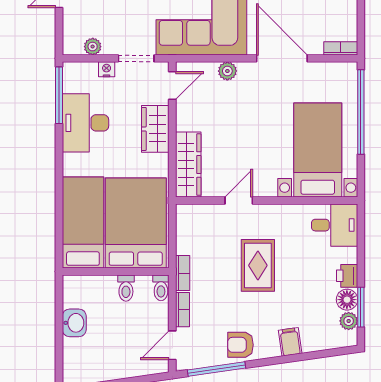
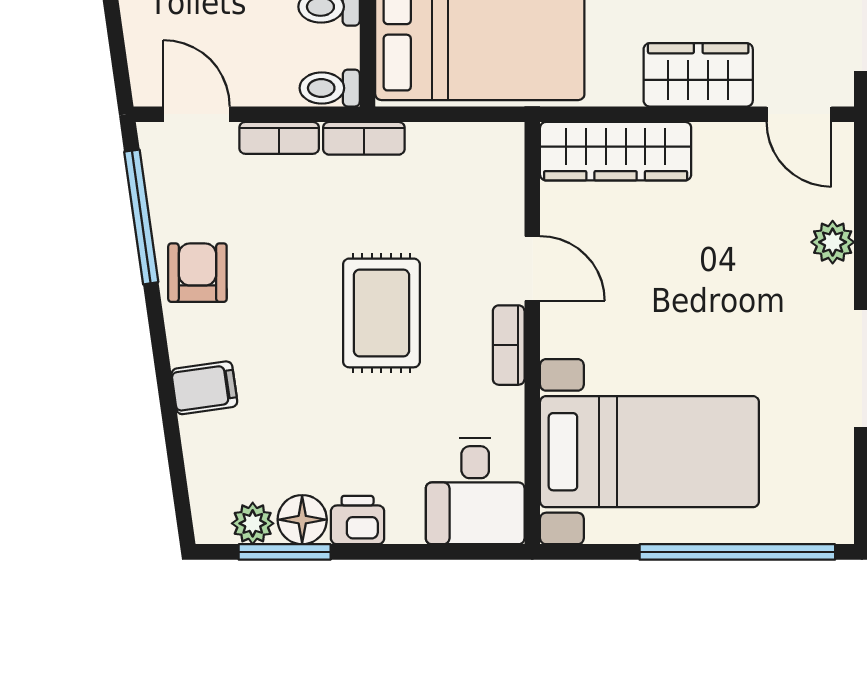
bookcase: (272, 211) -> (509, 345), added
rug: (258, 265) -> (381, 313), turned 90

